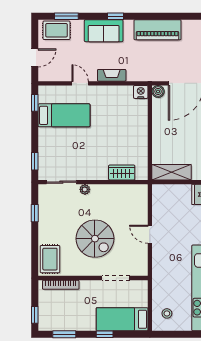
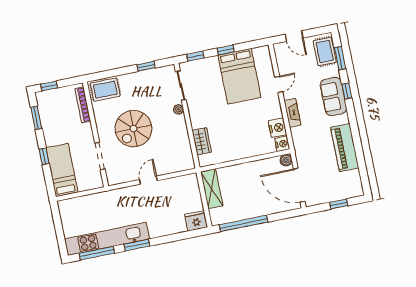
window: (116, 16) -> (347, 91), moved
nightstand: (124, 93) -> (277, 128), added
window: (35, 103) -> (226, 50), moved
bed: (64, 115) -> (239, 76), width x1.50
stool: (167, 313) -> (76, 212), removed

